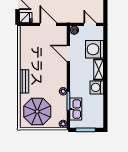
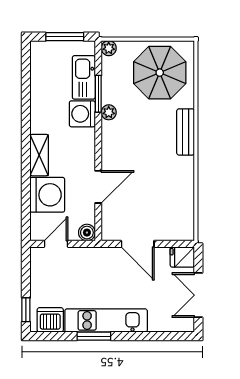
door: (90, 24) -> (56, 244), swing flipped
door: (68, 53) -> (98, 187), hinge flipped
washing machine: (97, 87) -> (82, 114), moved, turned 180

